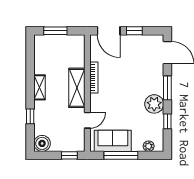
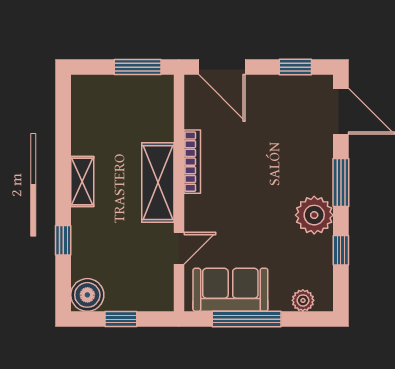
window: (55, 31) -> (138, 67), moved
window: (134, 31) -> (295, 67), moved
window: (69, 155) -> (121, 319), moved

